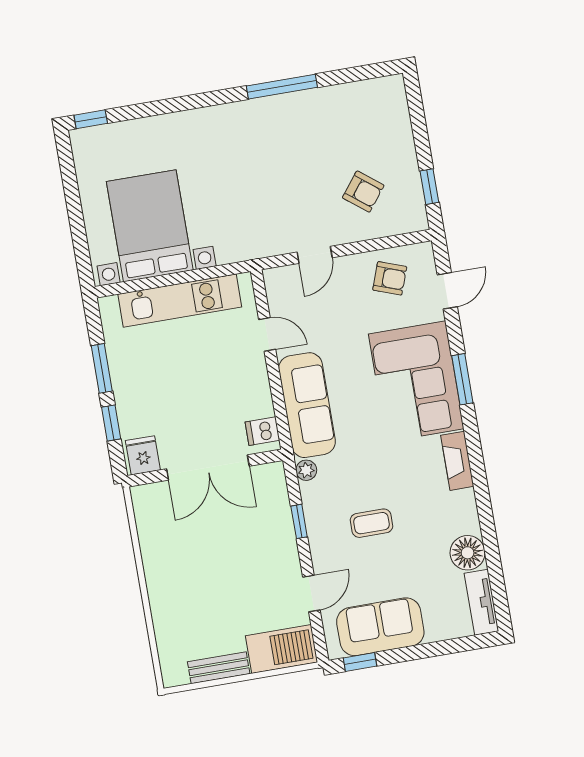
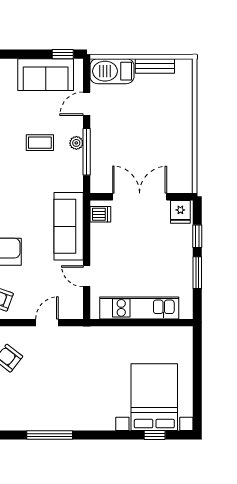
window: (91, 119) -> (155, 435), moved
bed with nightstands: (150, 226) -> (154, 397), moved, turned 180
plant: (306, 470) -> (76, 143), moved
window: (299, 521) -> (87, 152), width x2.17

